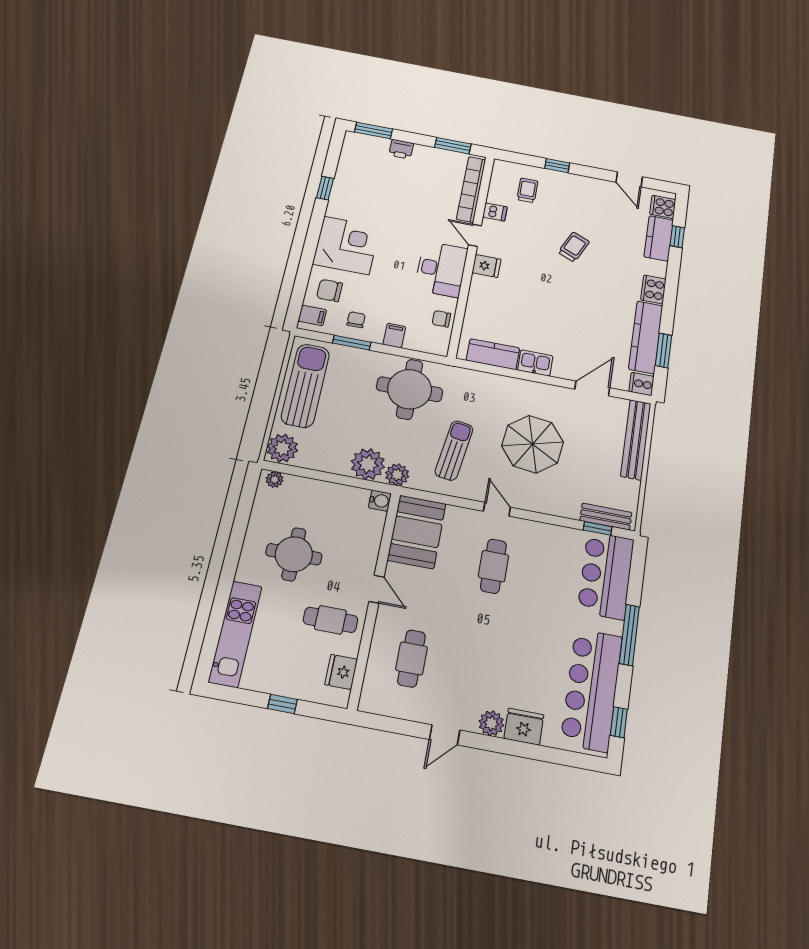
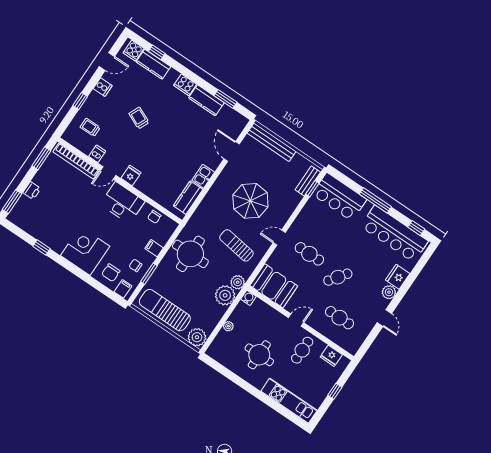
kitchen counter: (646, 337) -> (206, 100), width x0.67
cooker: (642, 384) -> (103, 87), moved, turned -90
plant: (275, 479) -> (228, 326), moved
cafe table: (477, 627) -> (338, 277), added

